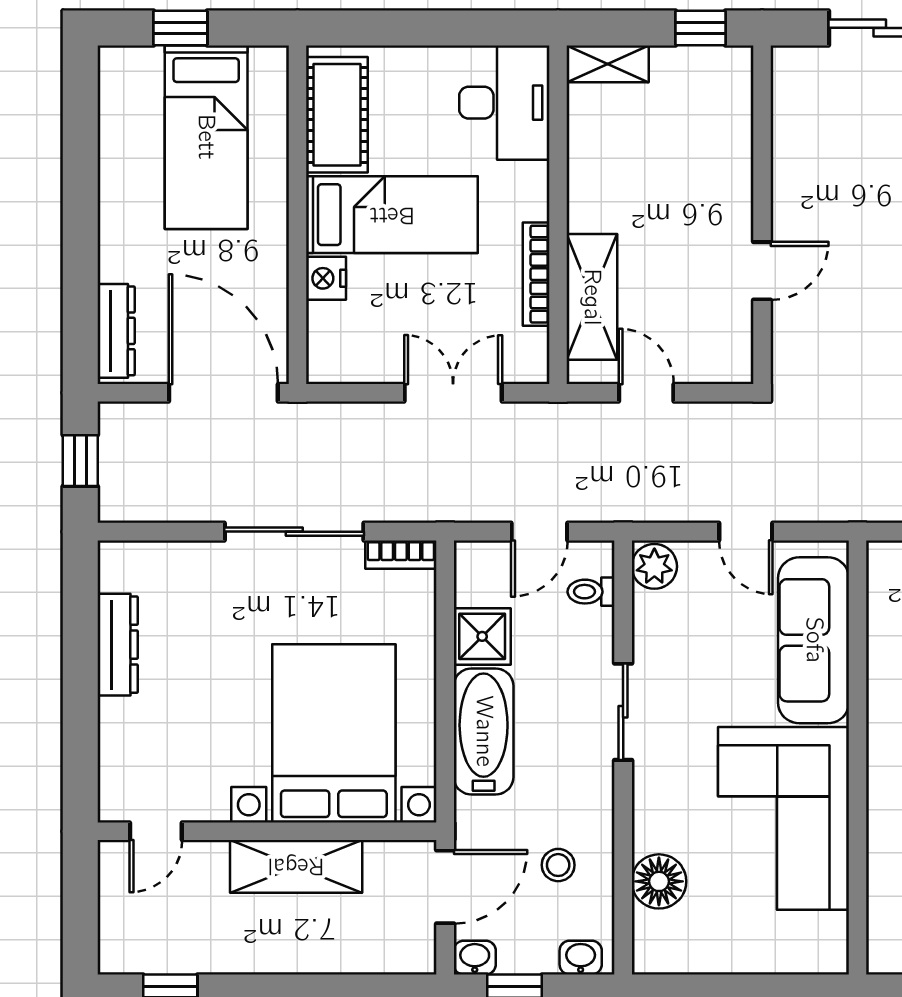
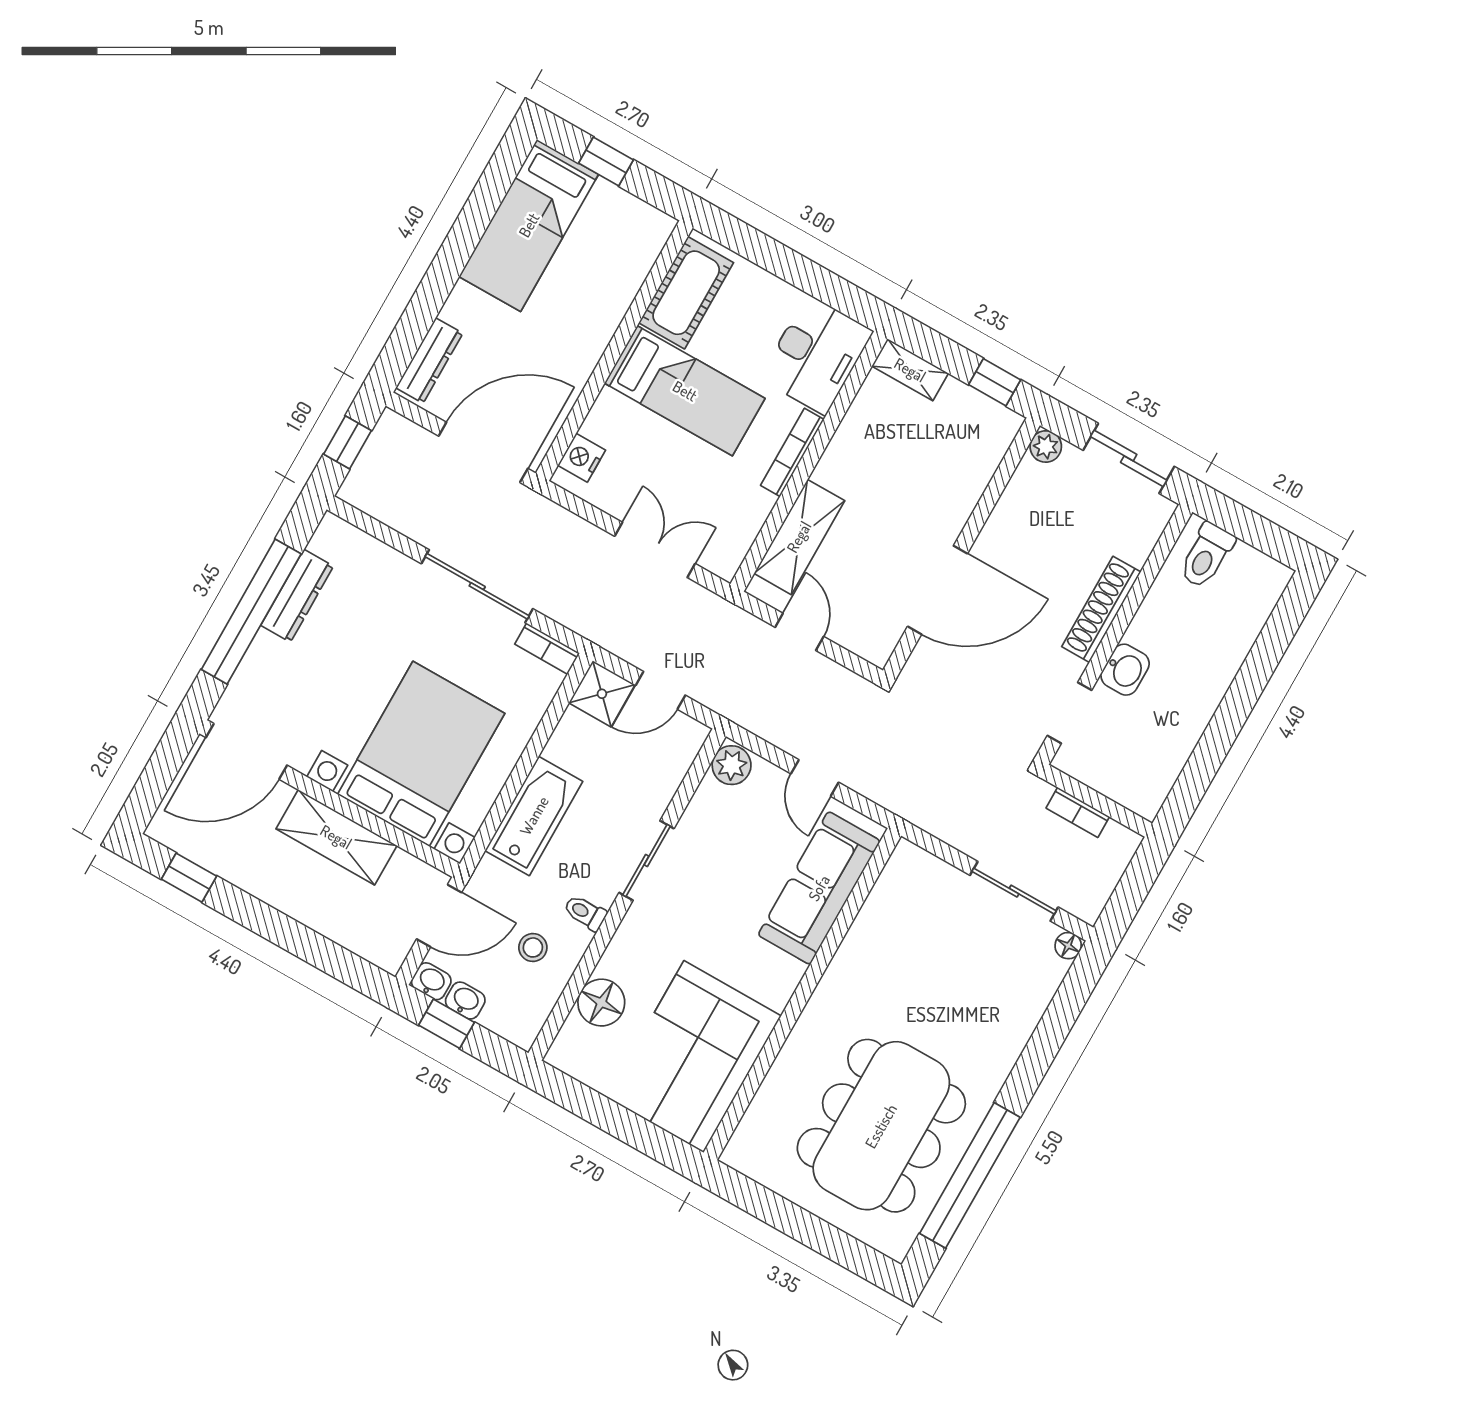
plant: (789, 64) -> (1046, 446), added
bed: (206, 137) -> (529, 225), moved
door: (762, 271) -> (938, 590), width x1.88
bookcase: (536, 274) -> (792, 452), moved
nightstand: (326, 278) -> (582, 458), moved
door: (223, 393) -> (483, 452), hinge flipped
toilet: (591, 592) -> (585, 913), moved
shower: (482, 636) -> (602, 694), moved
window: (80, 687) -> (251, 612), added
corner sofa: (784, 818) -> (694, 1057), moved
door: (156, 831) -> (246, 751), width x1.87
washbasin: (581, 958) -> (465, 1001), moved

